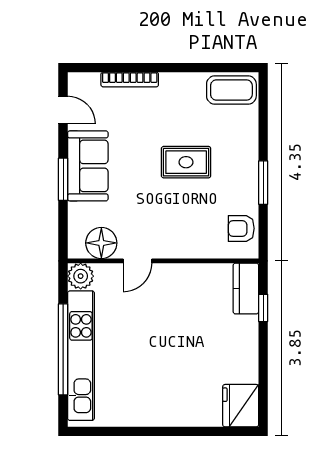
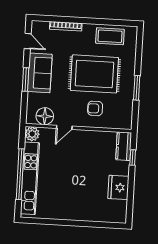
coffee table: (231, 90) -> (110, 36), moved
rug: (186, 162) -> (94, 74), width x1.86, depth x2.06
armchair: (241, 228) -> (95, 108), moved
fridge: (241, 406) -> (118, 187), moved

